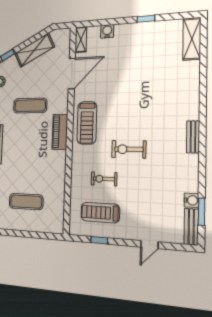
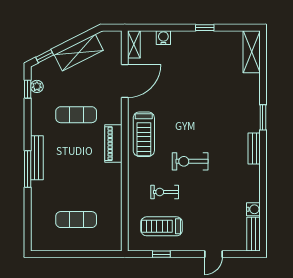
window: (202, 212) -> (263, 117), moved

